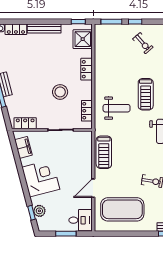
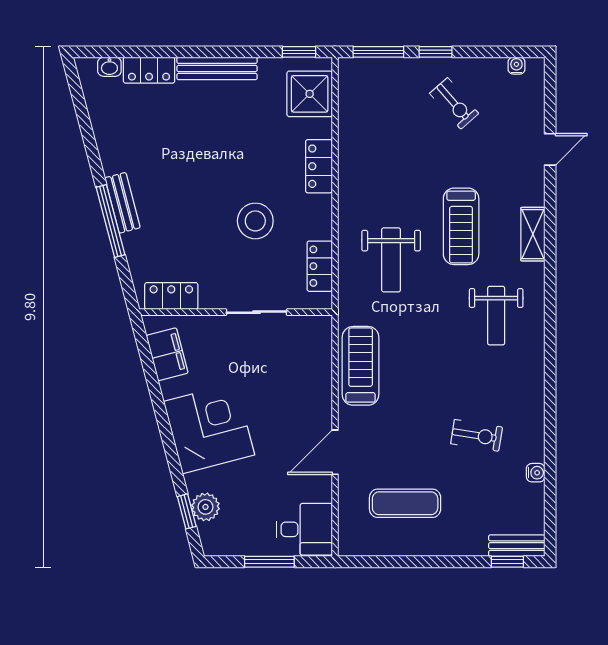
weight bench: (117, 108) -> (391, 260), turned 90
treadmill: (104, 152) -> (361, 366), turned 180
exercise mat: (122, 209) -> (405, 503), width x0.50, depth x0.69

